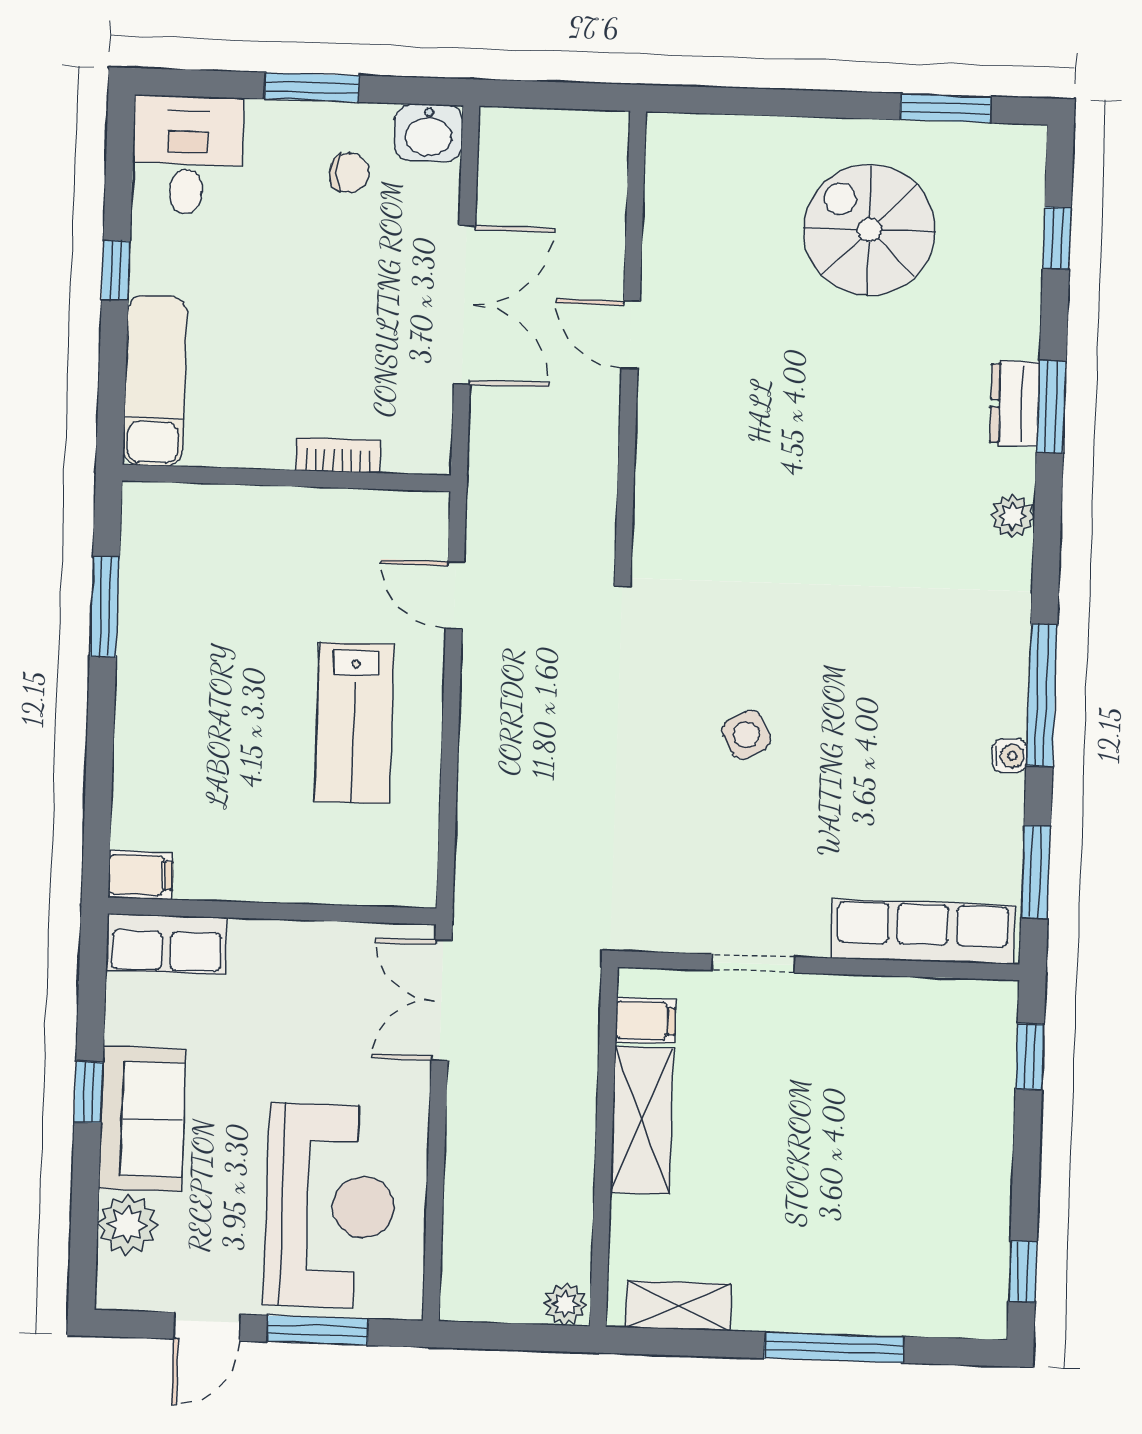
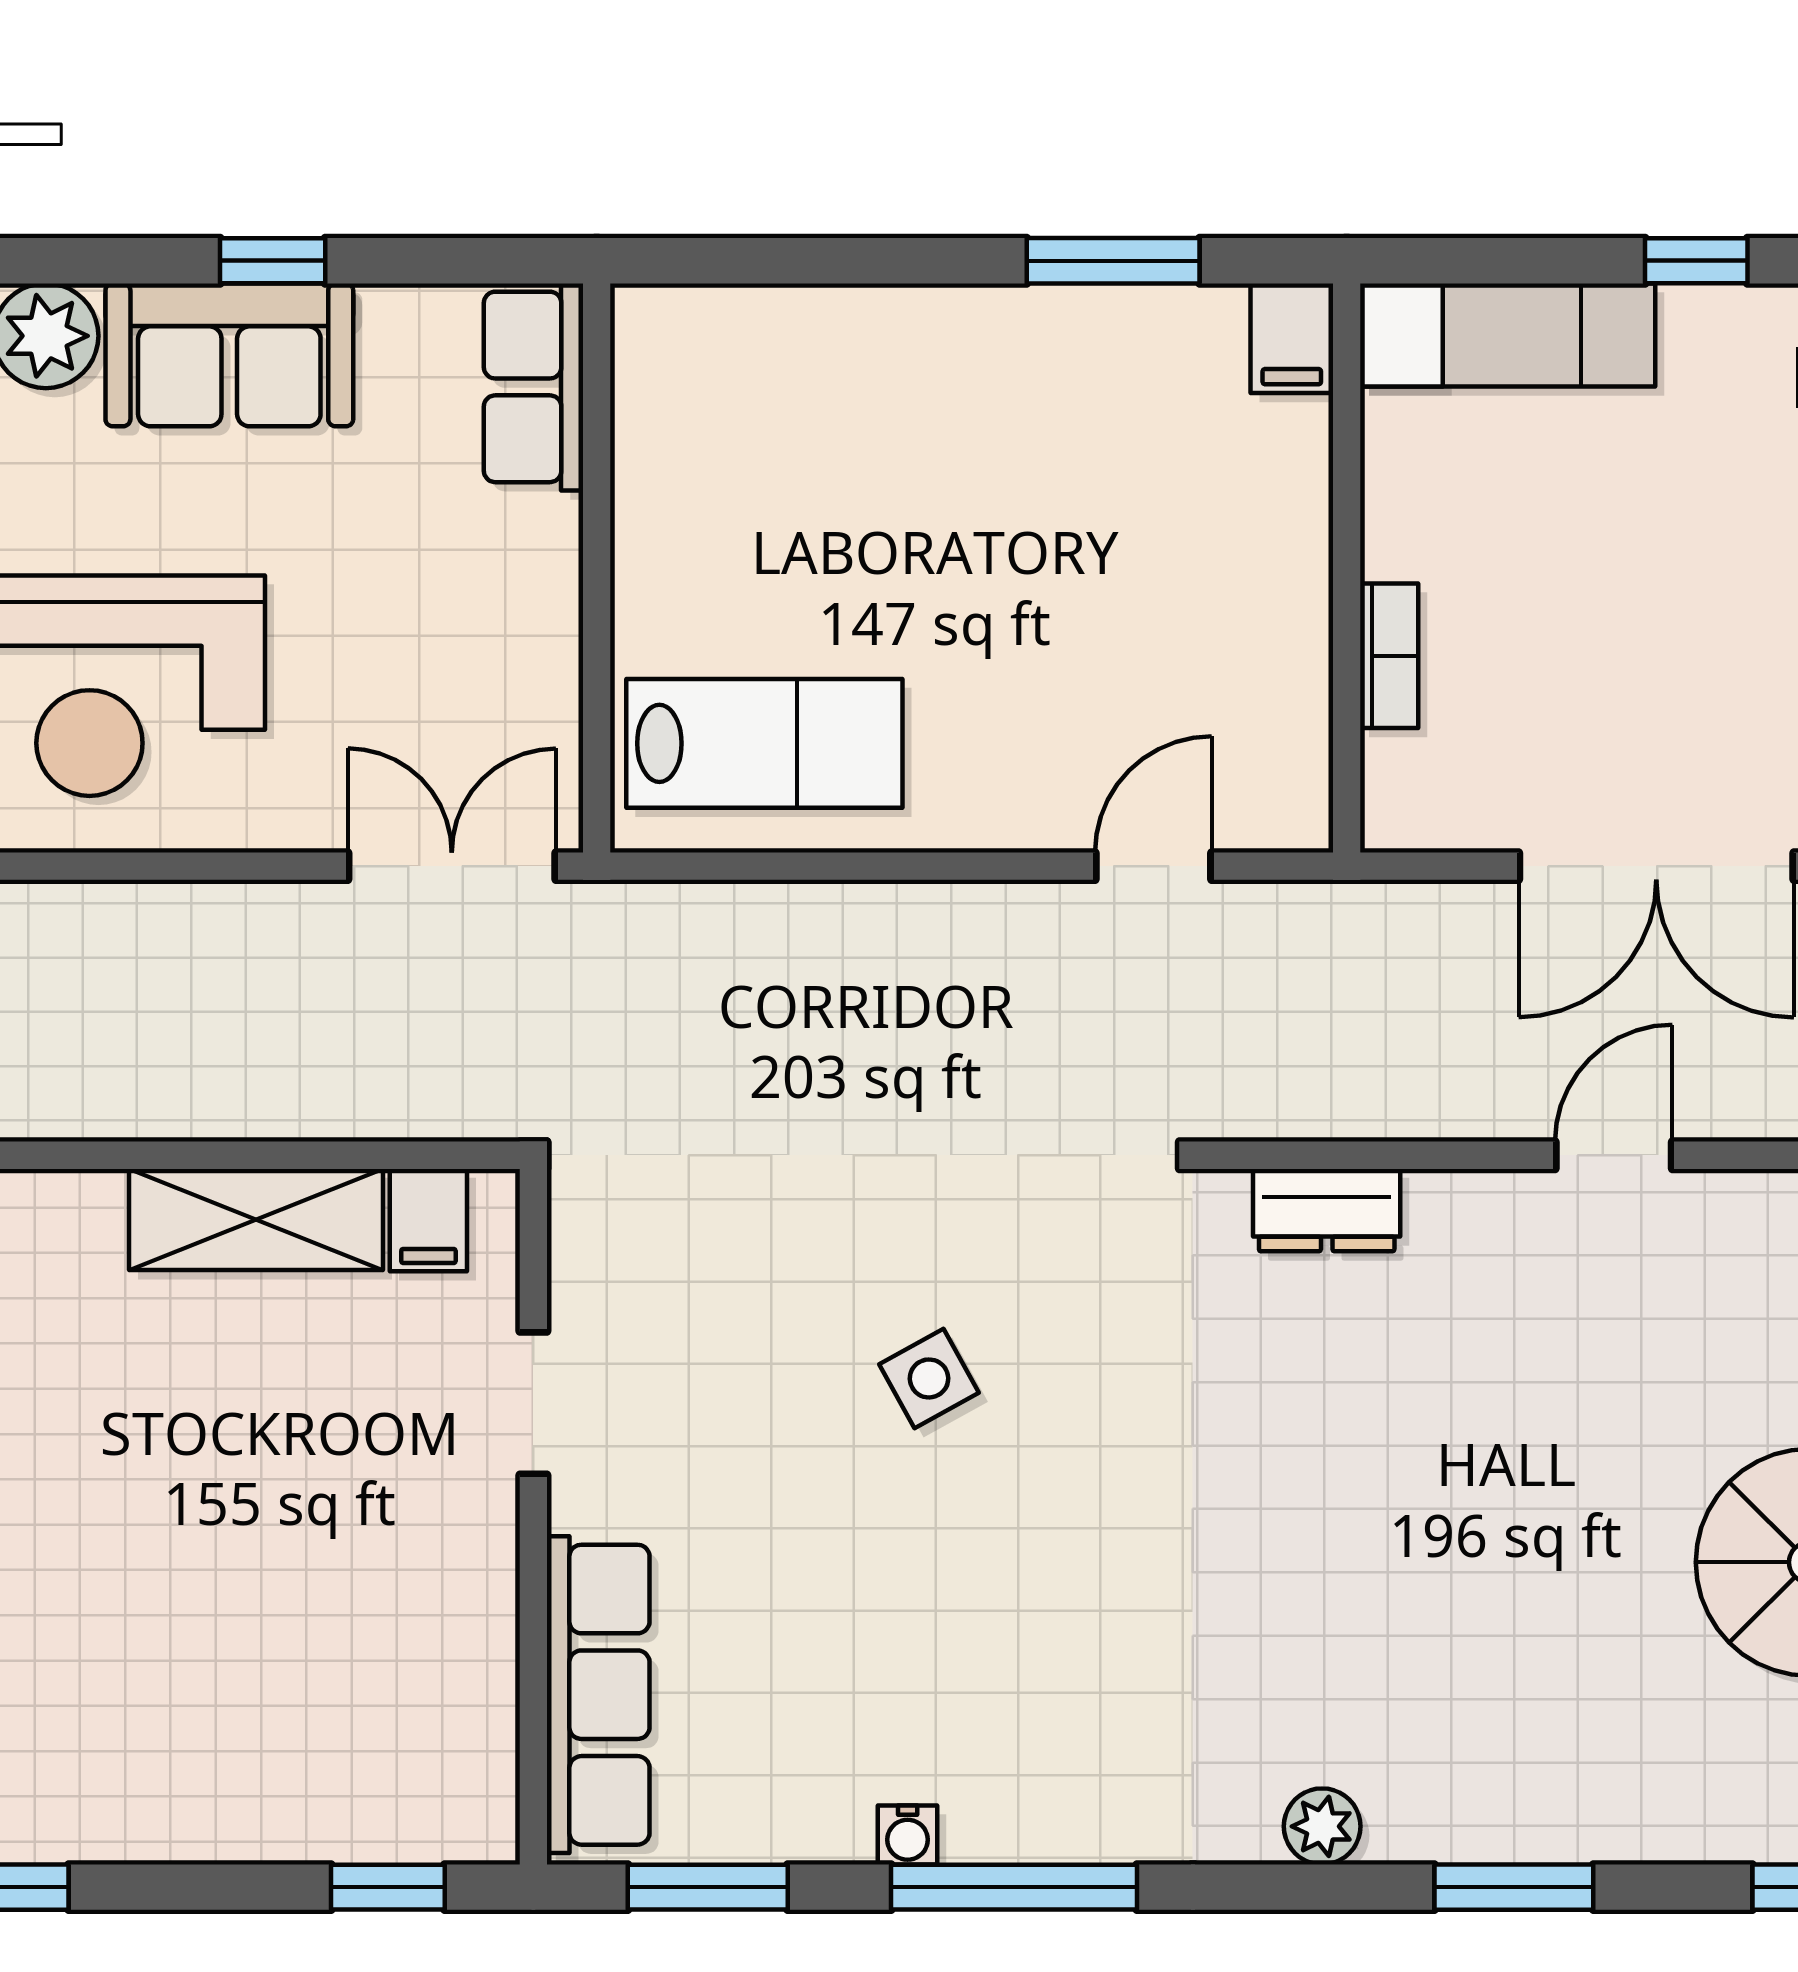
dresser: (1014, 404) -> (1327, 1210), moved, turned 180
lab bench: (354, 723) -> (764, 743), moved, turned 180
filing cabinet: (141, 875) -> (1292, 338), moved

